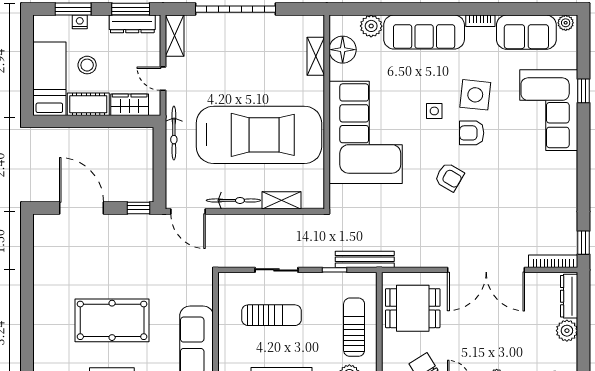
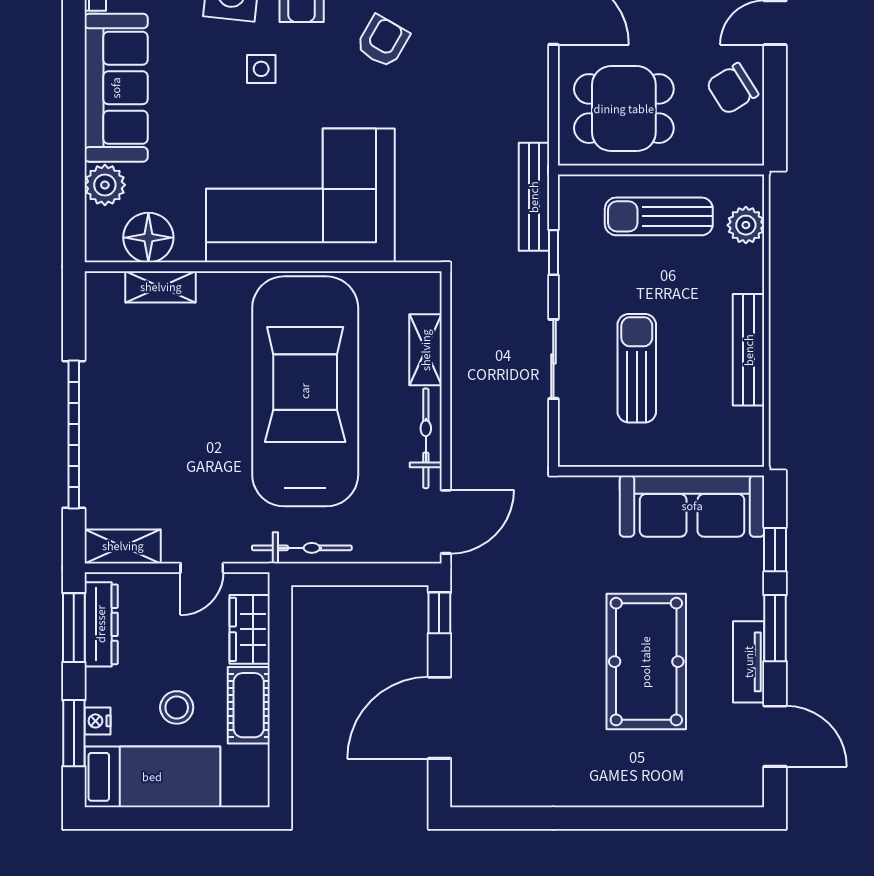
bed: (49, 79) -> (152, 777), moved, turned 180
dining table: (413, 308) -> (624, 109), turned 90

